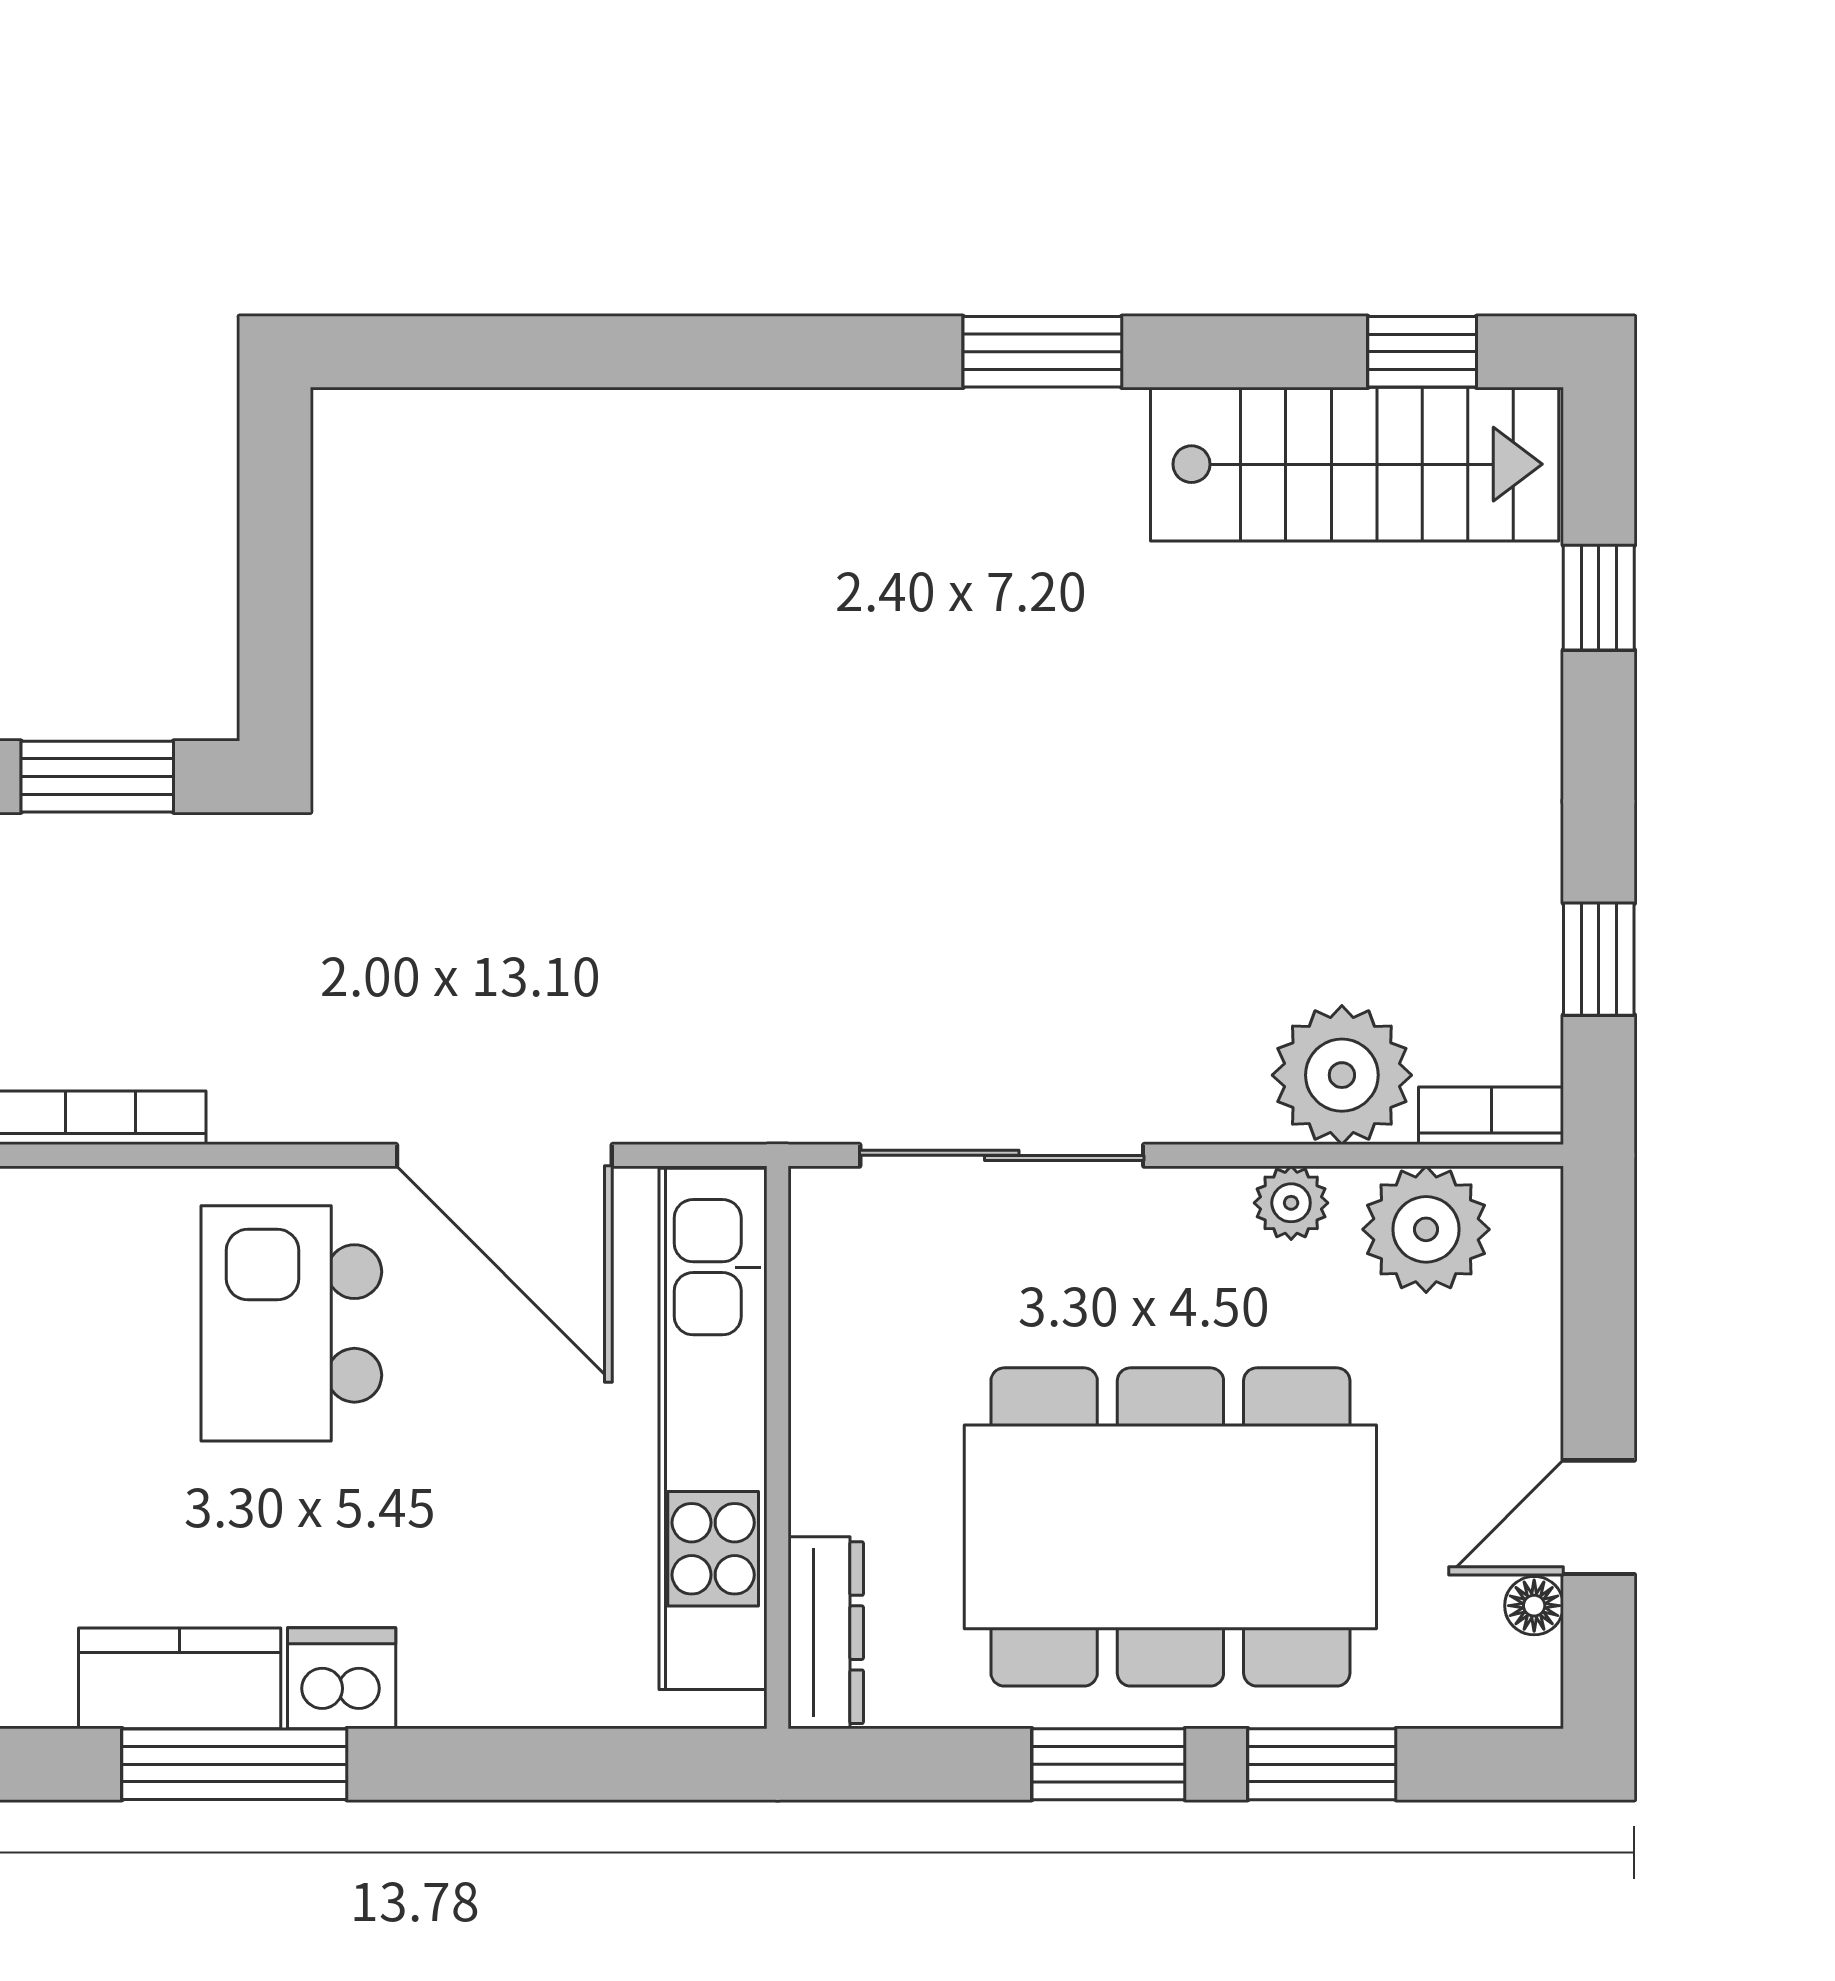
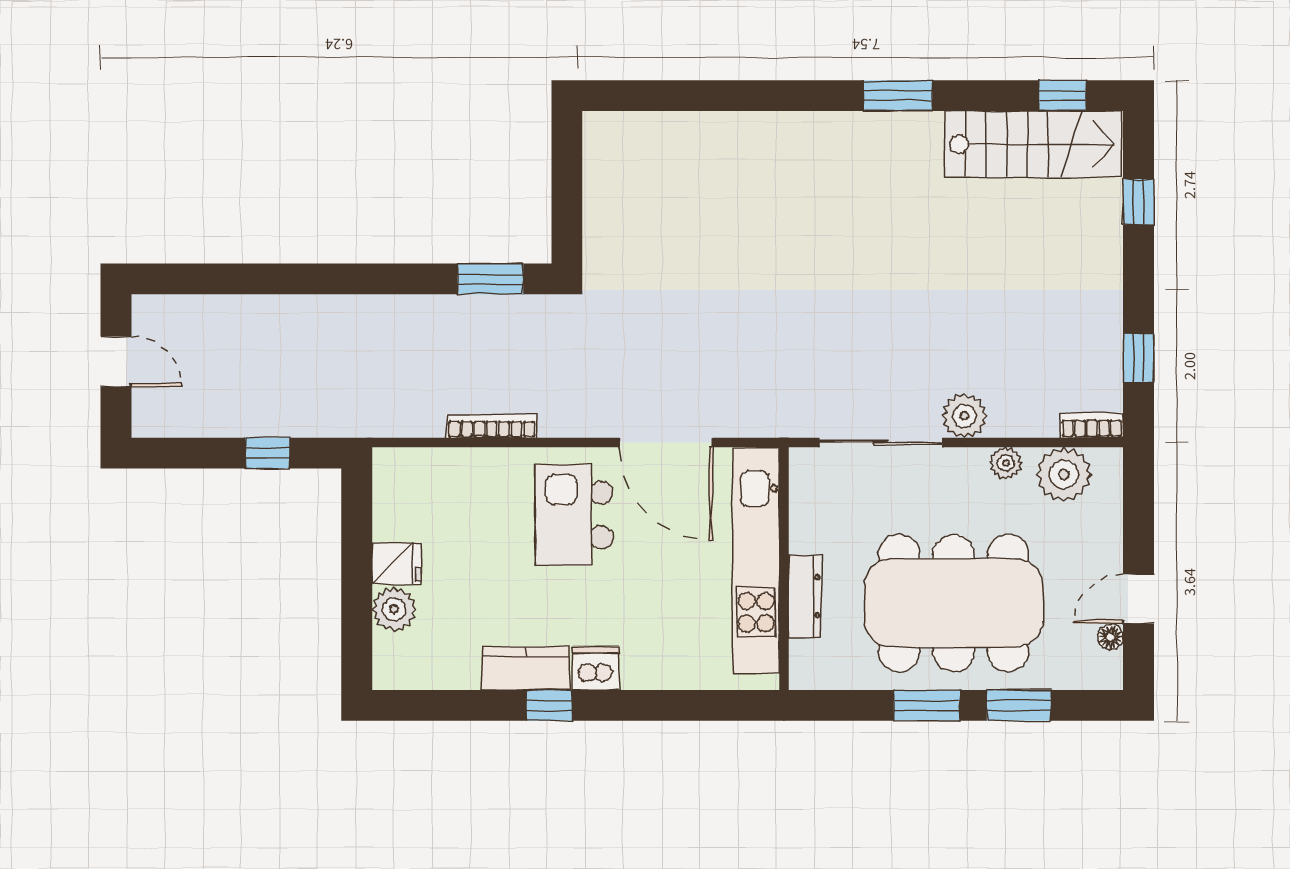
plant: (1342, 1075) -> (964, 416), moved, width x0.73, depth x0.73
dresser: (826, 1633) -> (805, 596), moved
window: (234, 1764) -> (549, 705), width x0.46

